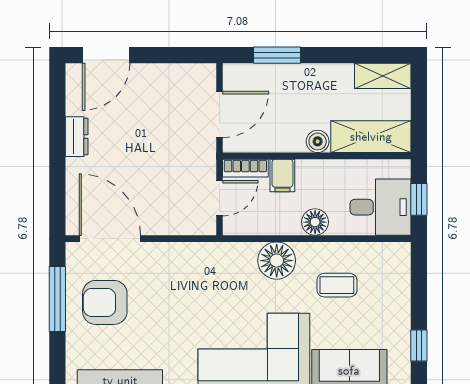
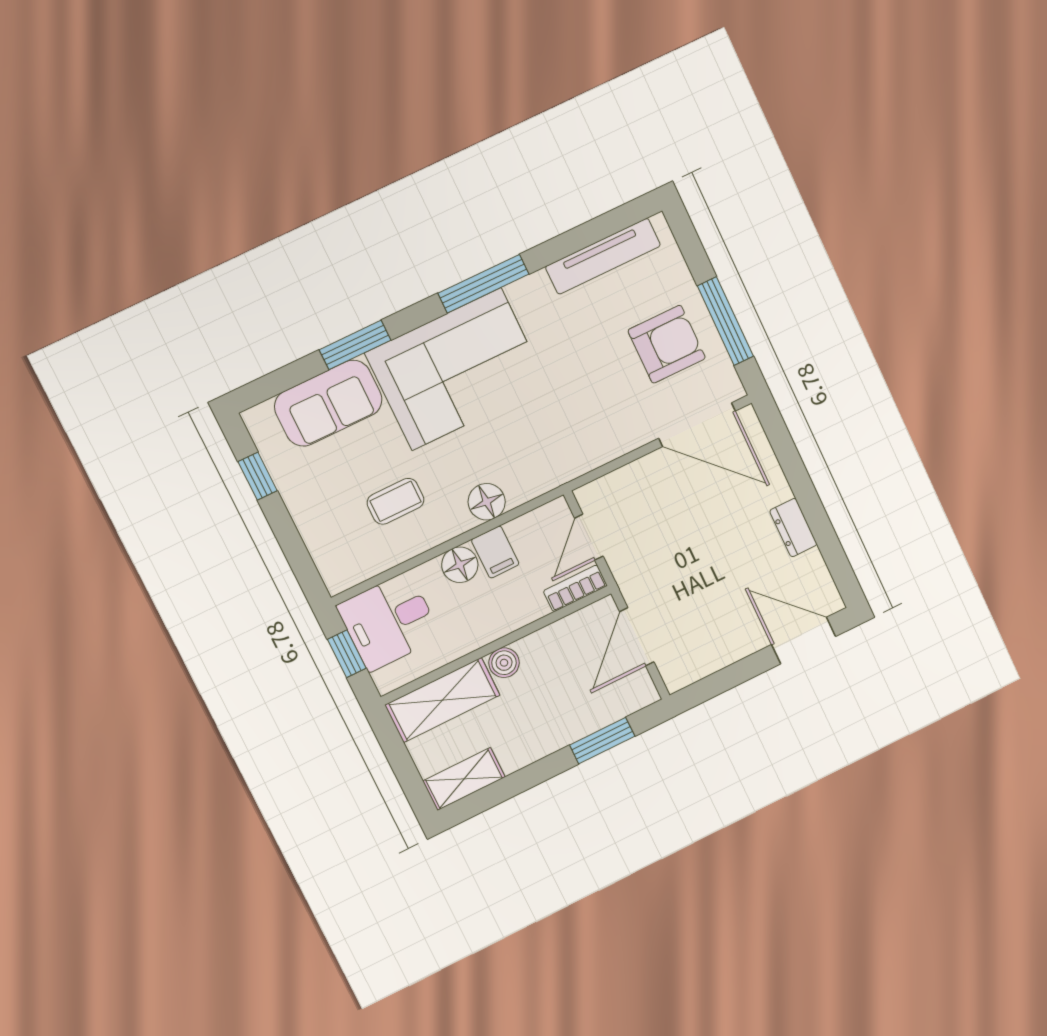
door: (106, 55) -> (804, 641), hinge flipped
filing cabinet: (282, 176) -> (495, 552), moved, turned 180
floor lamp: (277, 261) -> (487, 502), width x0.73, depth x0.73

